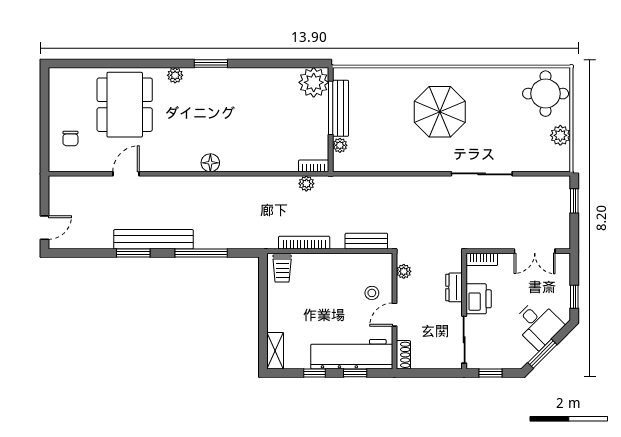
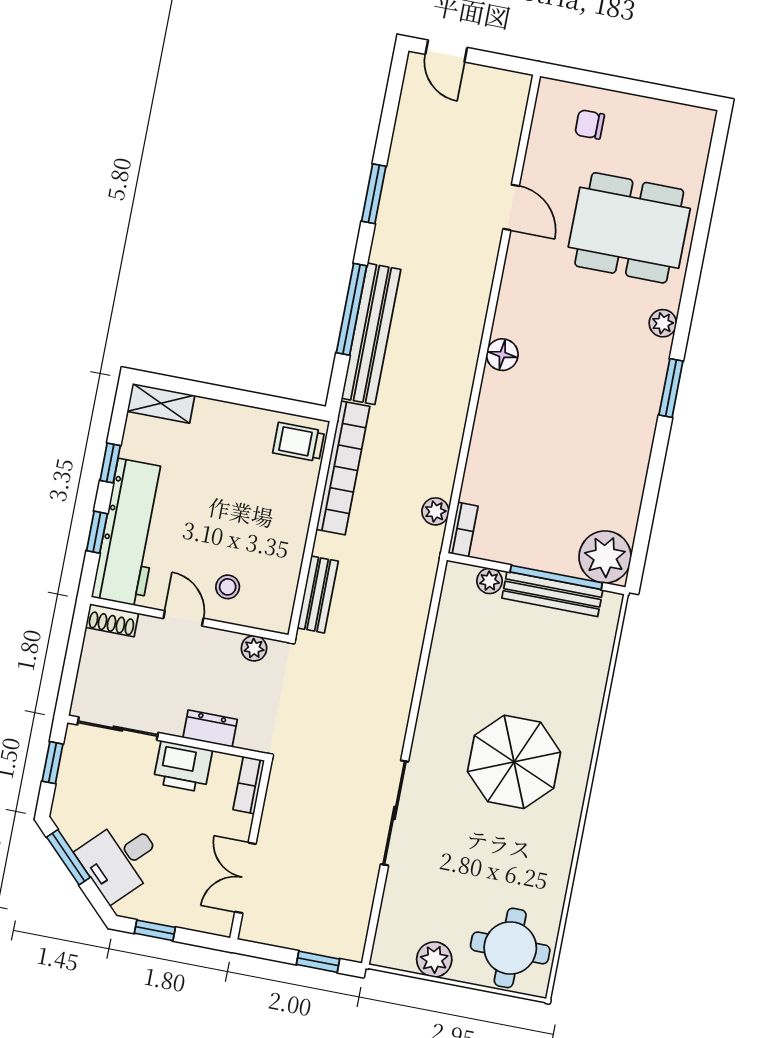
bench: (153, 239) -> (371, 334), moved
bookcase: (304, 243) -> (343, 468), width x1.48, depth x1.31

